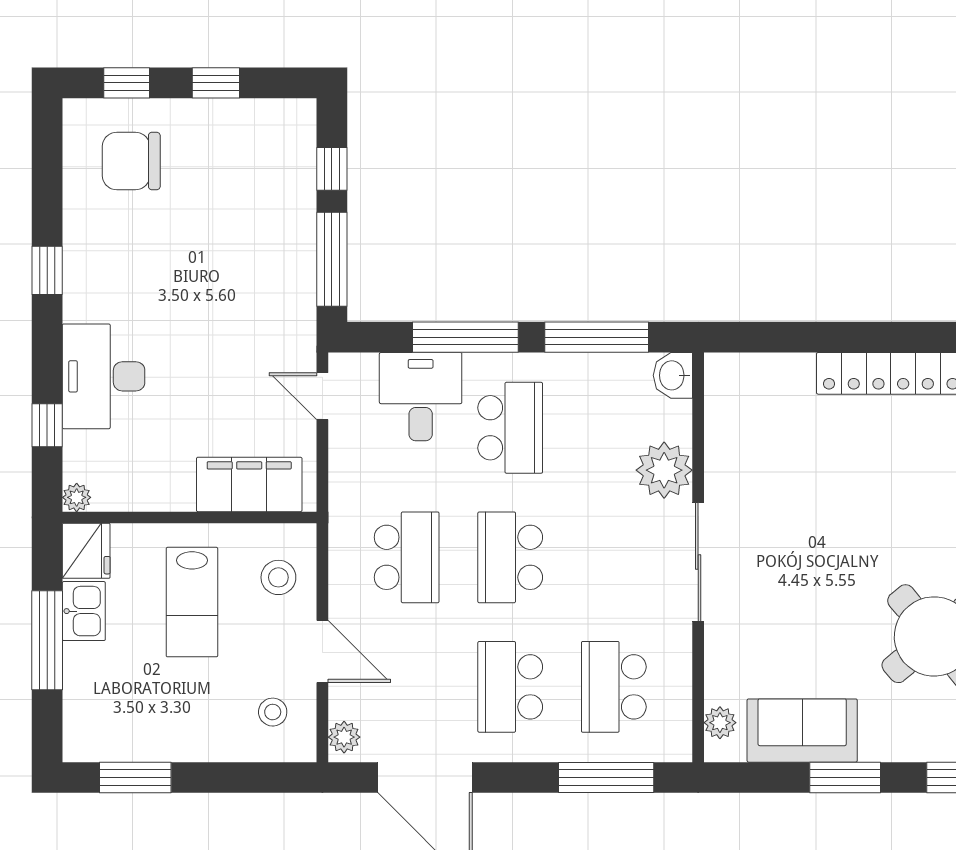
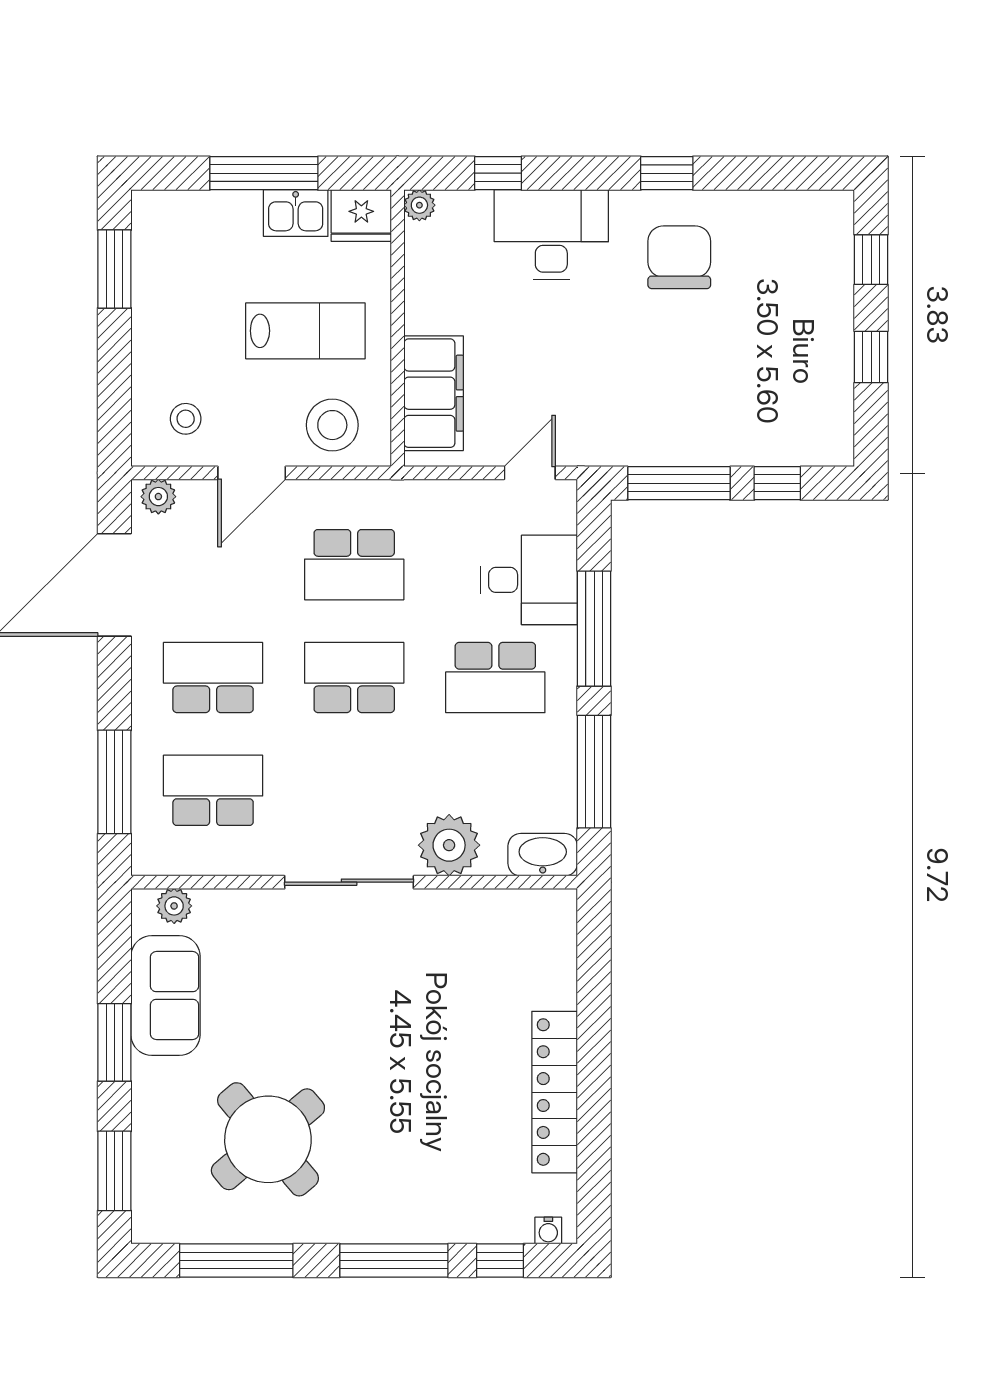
chair: (131, 161) -> (679, 257), moved
washbasin: (673, 375) -> (543, 855), width x1.38
stool: (278, 577) -> (332, 425), width x1.38, depth x1.38
lab bench: (192, 602) -> (305, 331), turned 180

